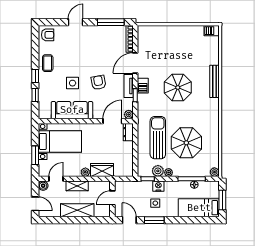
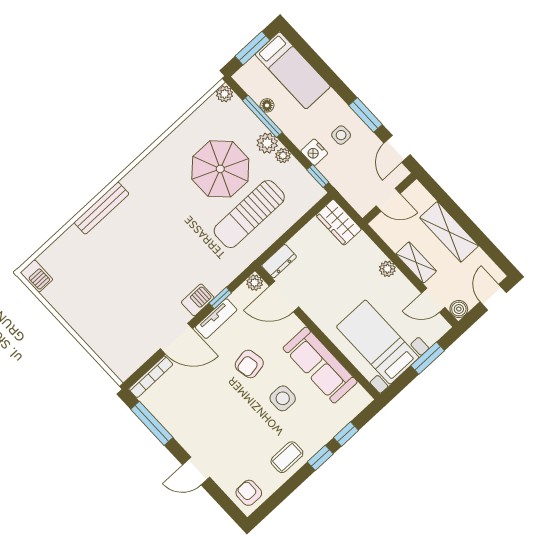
parasol: (178, 87) -> (156, 250), removed
wardrobe: (102, 170) -> (339, 222), moved
plant: (158, 171) -> (267, 143), moved

